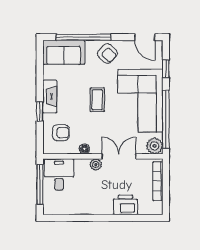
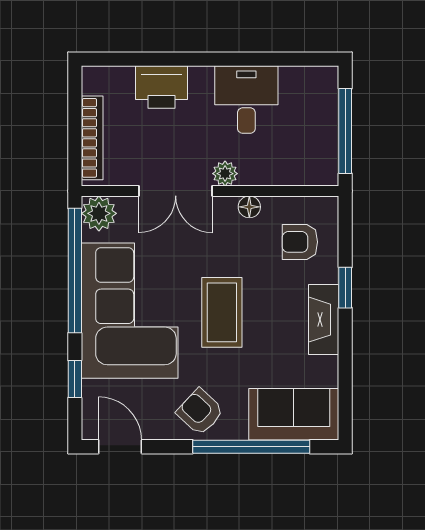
coffee table: (97, 100) -> (222, 312), width x1.36, depth x1.30
desk: (59, 175) -> (246, 100), moved, turned 180

